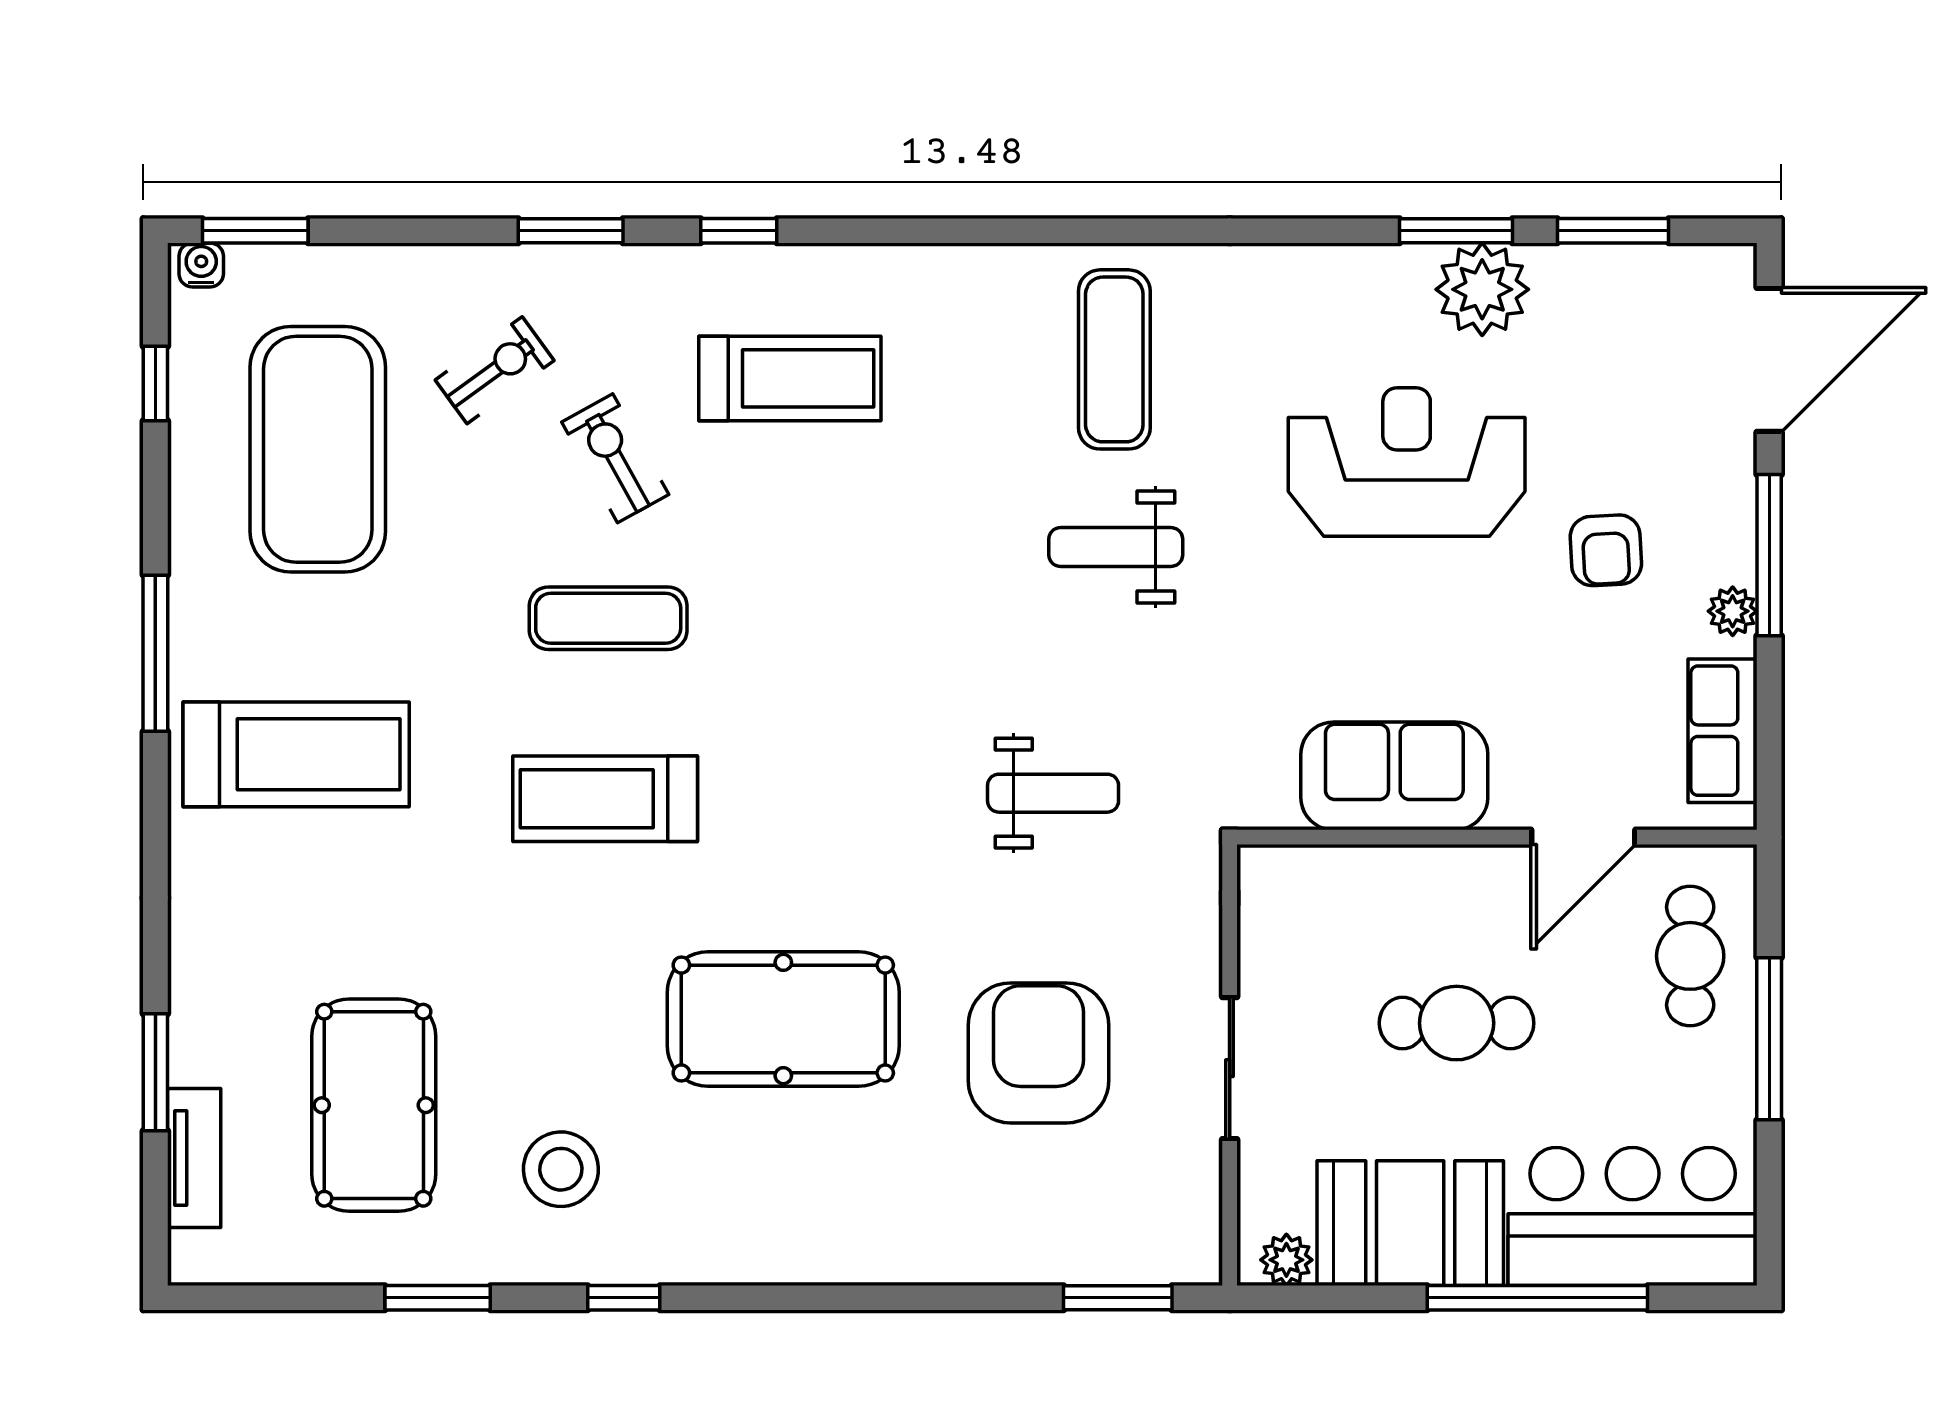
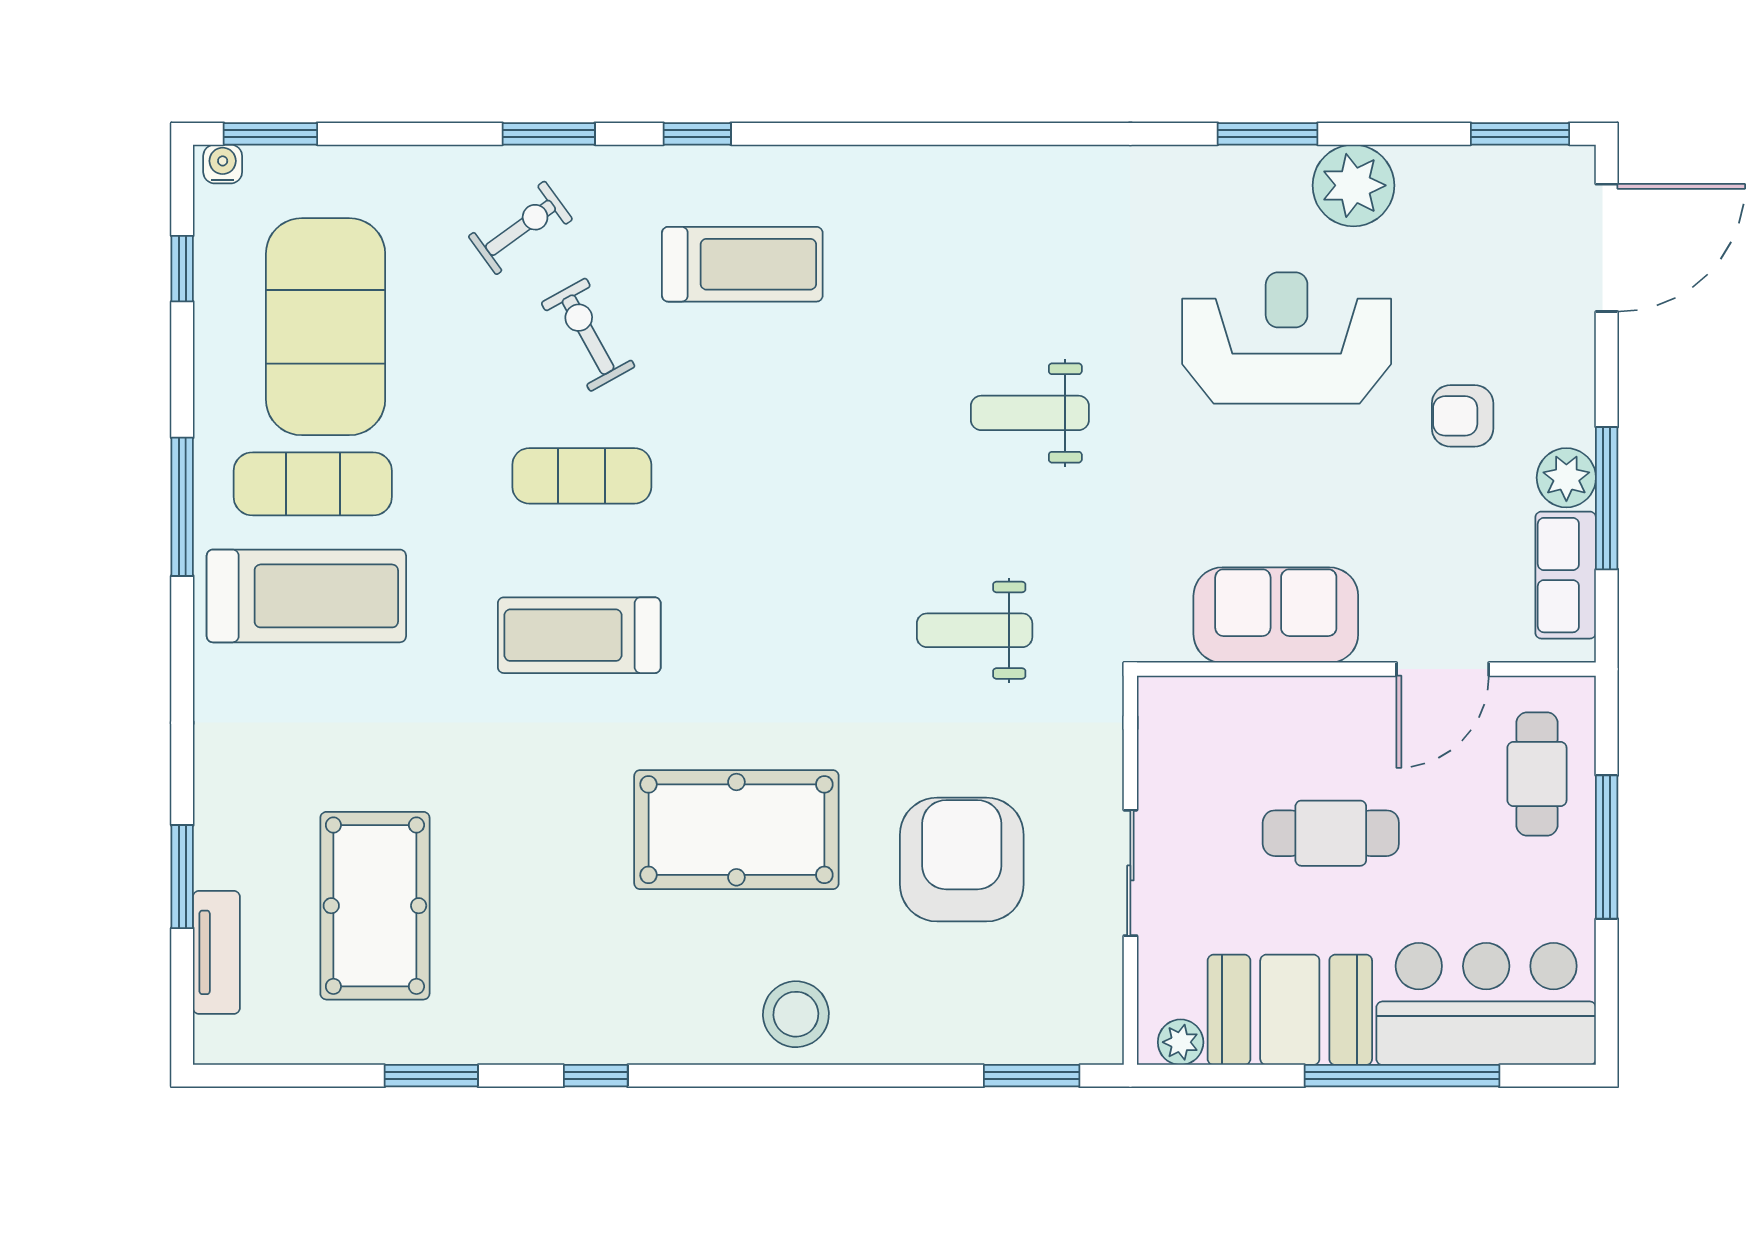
window: (1456, 231) -> (1268, 134), moved
window: (1613, 231) -> (1520, 134), moved
exercise mat: (1114, 359) -> (313, 484), moved, turned 90
exercise bike: (495, 370) -> (520, 228), moved
armchair: (1606, 550) -> (1463, 416), turned 93
window: (1769, 555) -> (1607, 498), moved
plant: (1733, 611) -> (1566, 478), width x1.38, depth x1.38
weight bench: (1053, 793) -> (975, 630), turned 180
stool: (561, 1169) -> (796, 1014), moved

